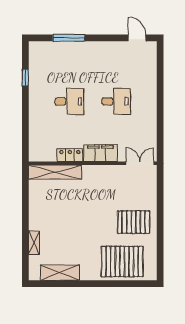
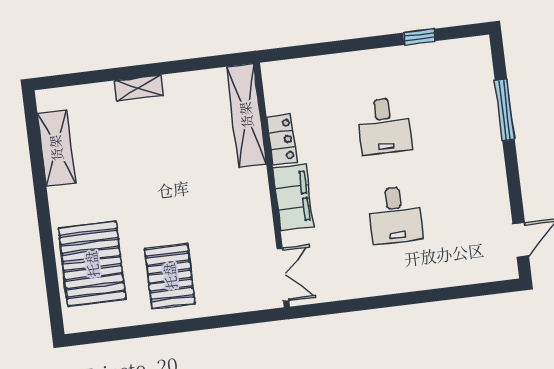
shelving: (34, 243) -> (139, 88), moved

